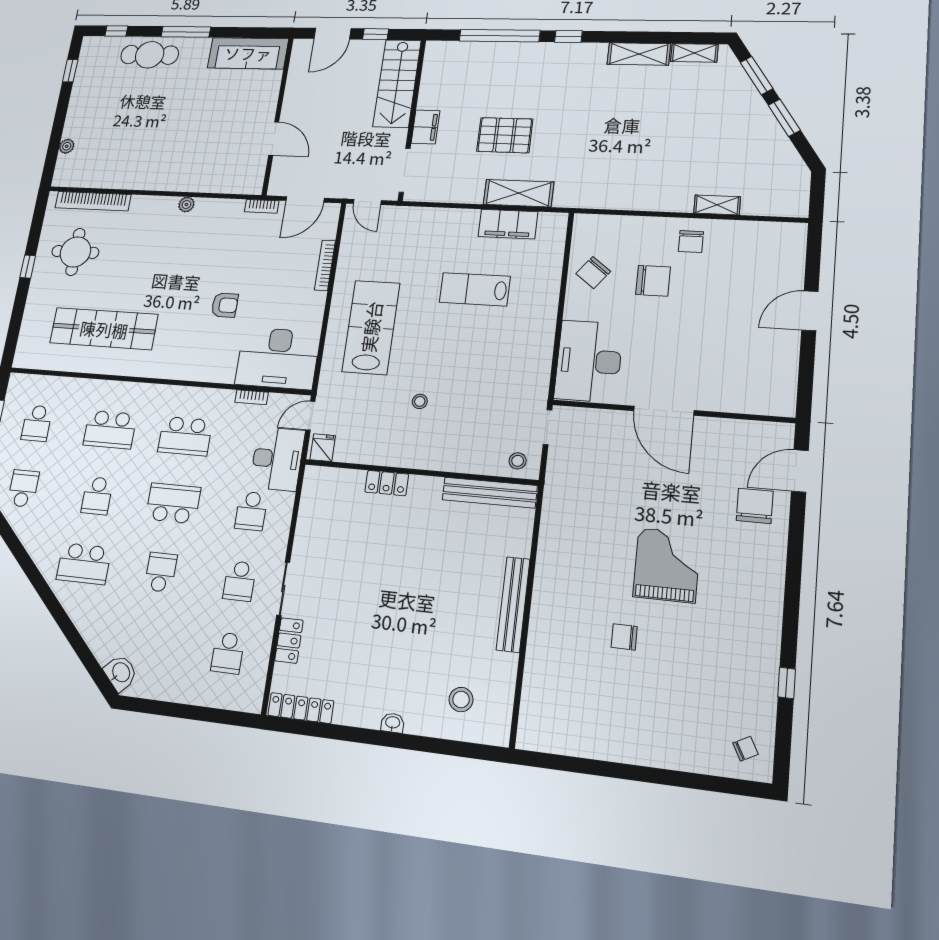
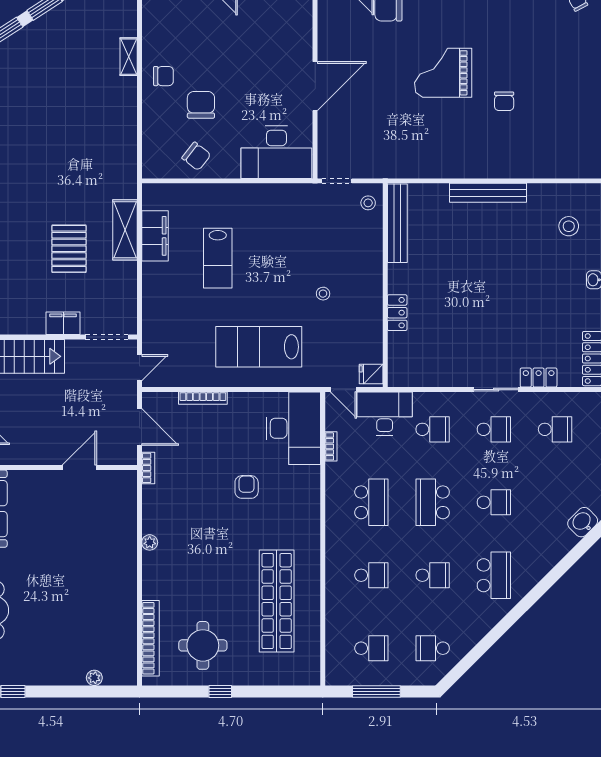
school desk: (110, 430) -> (371, 575), width x0.54
school desk: (161, 572) -> (494, 502), turned 180

